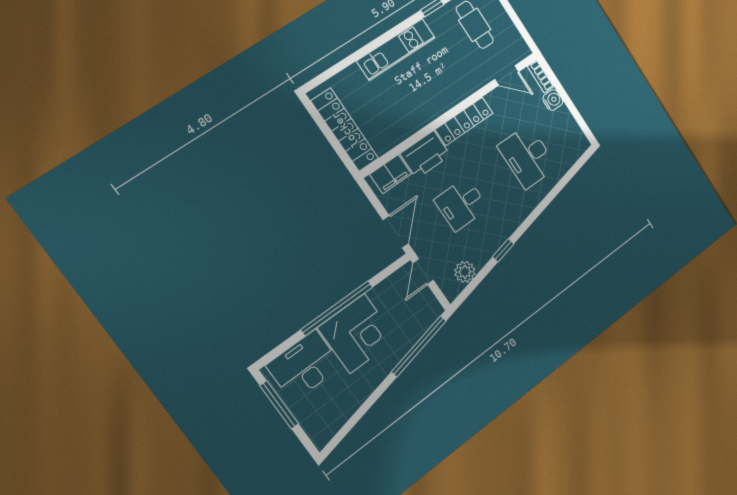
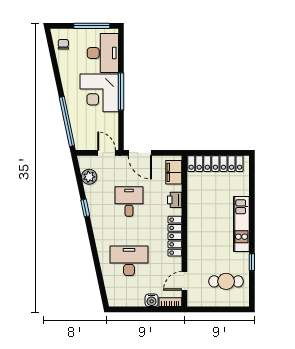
printer: (425, 155) -> (175, 200), width x0.53, depth x0.68
window: (337, 308) -> (121, 92), width x0.68
chair: (328, 422) -> (63, 44), added

